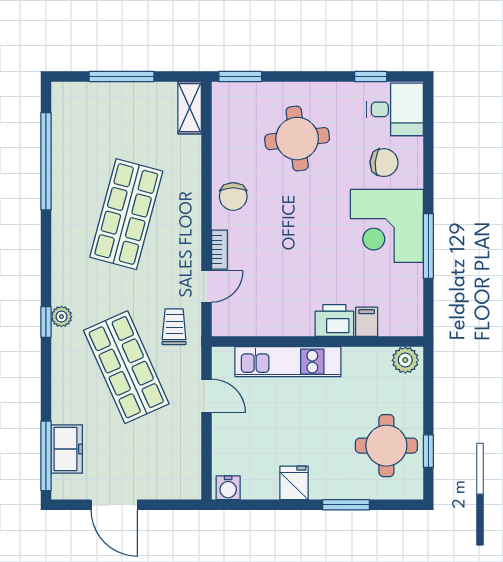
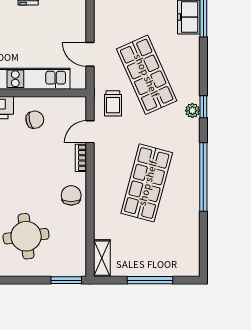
window: (46, 161) -> (203, 177), moved
chair: (285, 304) -> (35, 120), added

